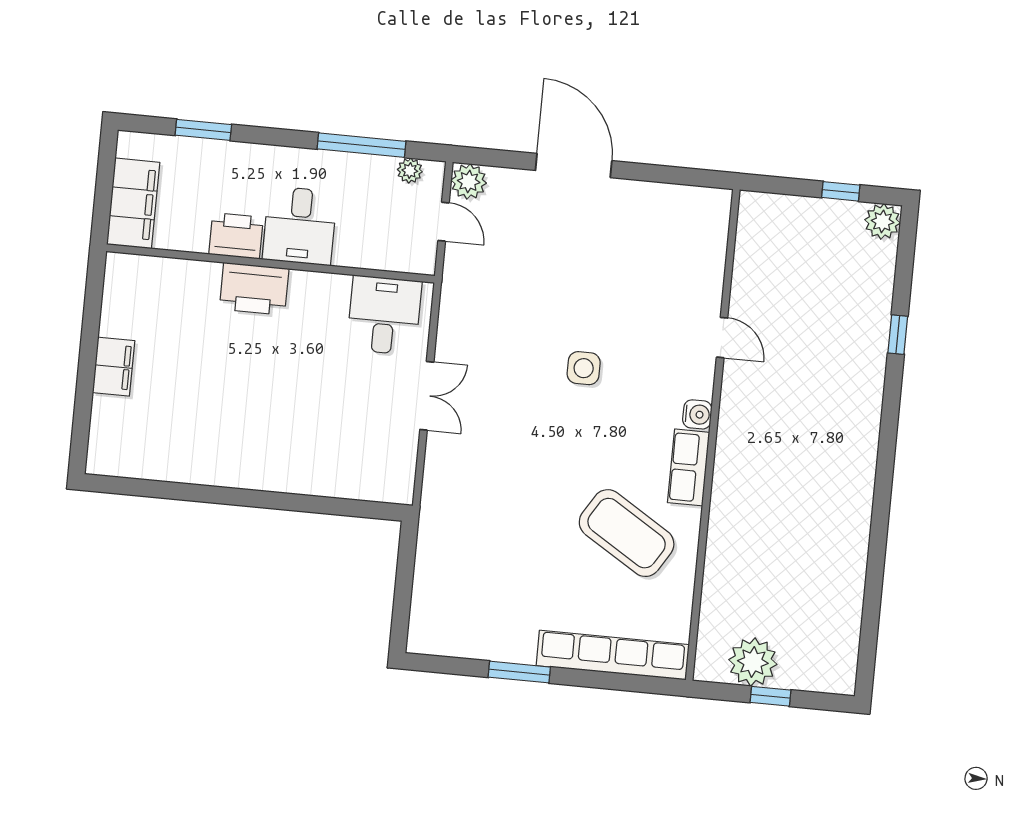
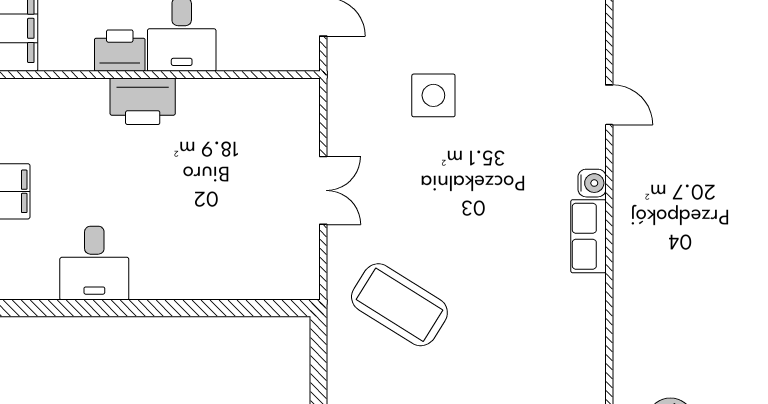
desk: (384, 315) -> (94, 263), moved, turned 180
side table: (584, 368) -> (433, 95), moved, width x1.37, depth x1.37
coffee table: (627, 533) -> (399, 305), moved

